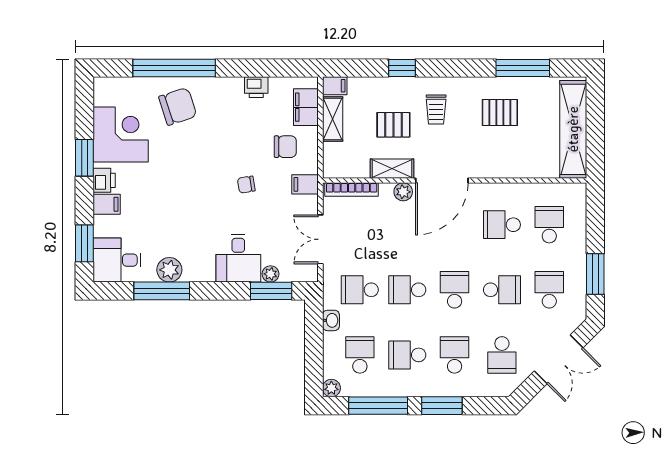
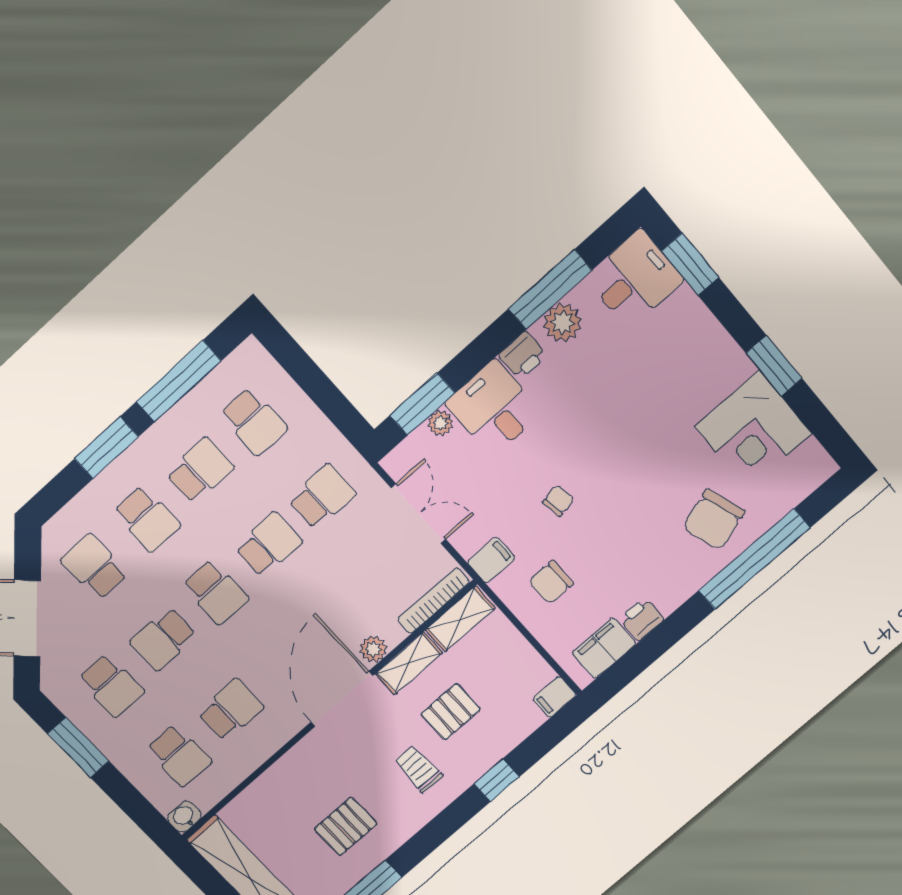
filing cabinet: (306, 107) -> (604, 648), moved, turned -90
shelving: (333, 119) -> (460, 619), moved, turned 90
printer: (104, 180) -> (523, 355), moved, turned -90
filing cabinet: (107, 204) -> (702, 334), removed
washbasin: (331, 320) -> (184, 817), moved, turned 90
plant: (331, 388) -> (251, 353), removed

